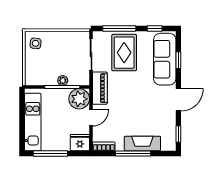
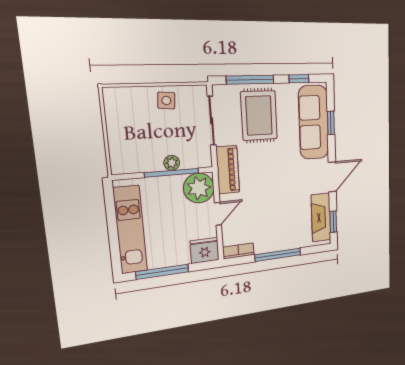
side table: (36, 43) -> (166, 100), moved
fireplace: (142, 143) -> (321, 217), moved, turned -90

